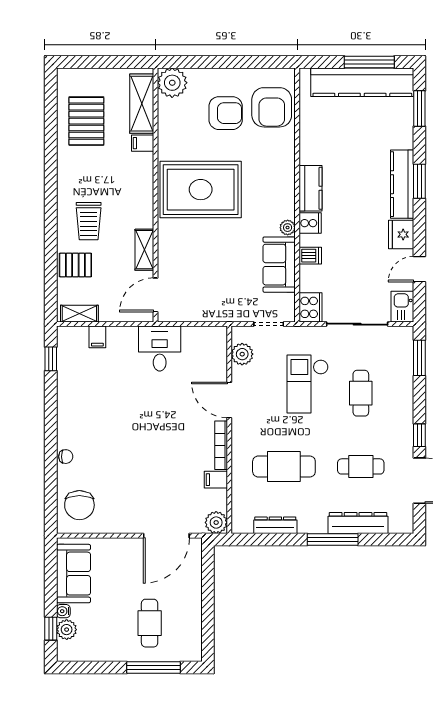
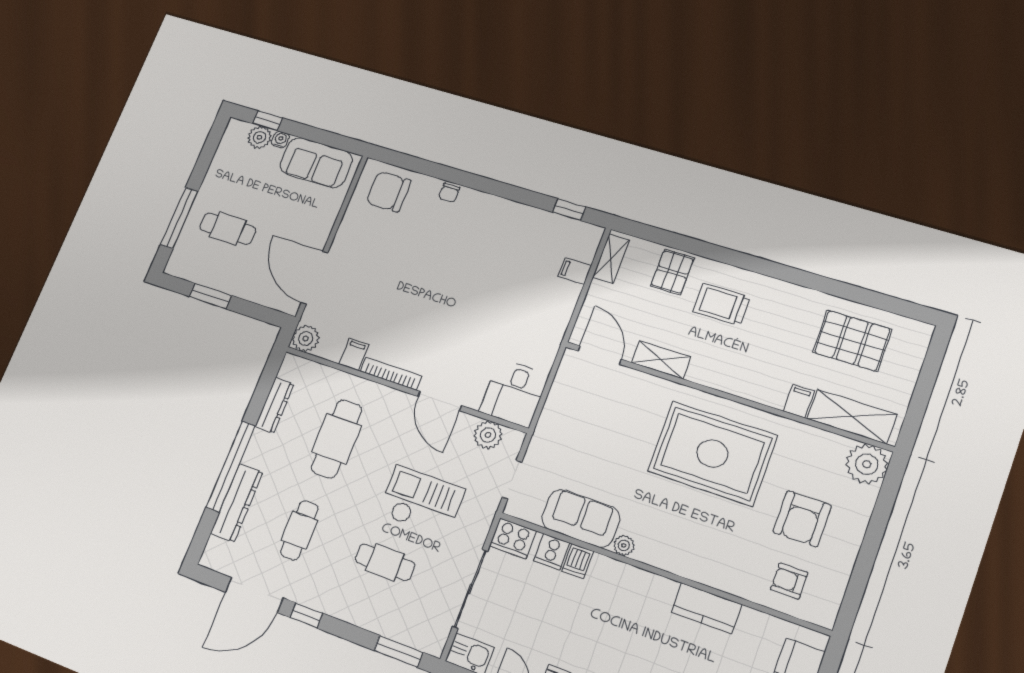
armchair: (272, 107) -> (789, 581), width x0.53, depth x0.53
kitchen counter: (311, 188) -> (706, 608), moved
rug: (201, 190) -> (712, 453), turned 90
cooker: (310, 223) -> (552, 552), moved
desk: (160, 349) -> (514, 393), moved, turned 90
door: (229, 400) -> (440, 401), swing flipped
window: (333, 539) -> (231, 466), width x1.46
window: (208, 613) -> (211, 296), added

